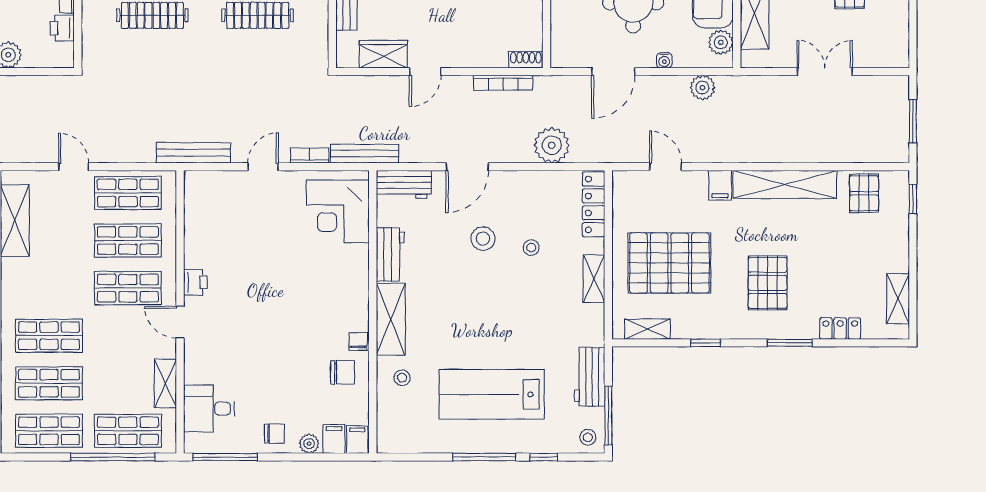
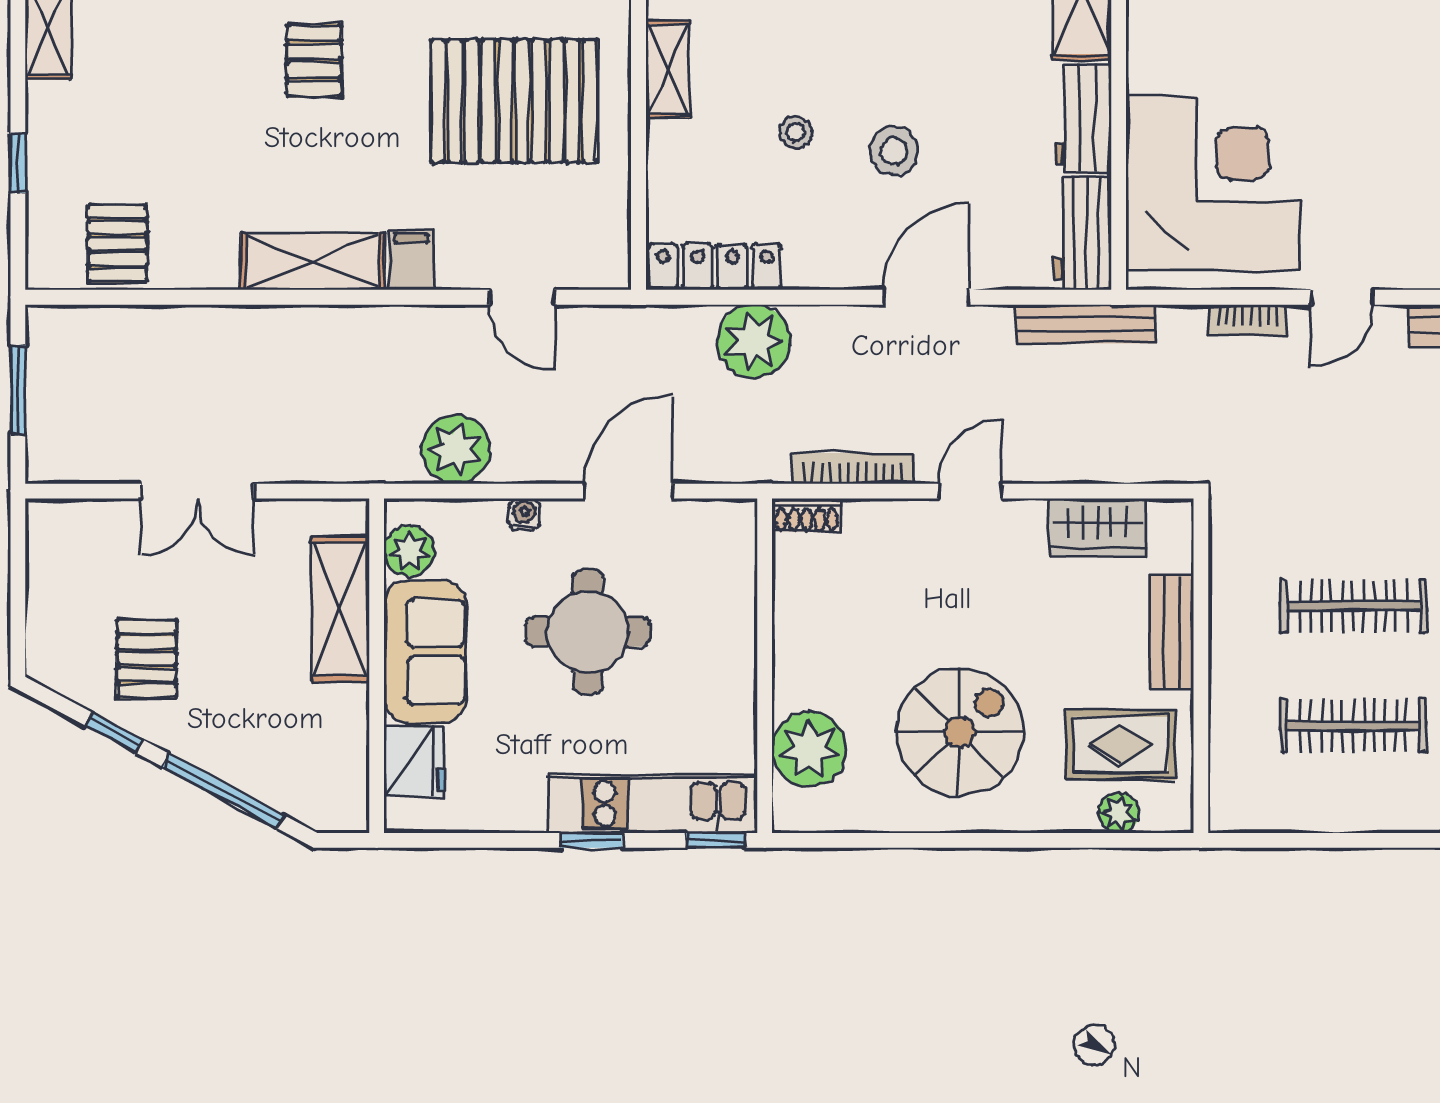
door: (425, 72) -> (970, 491), moved
plant: (702, 88) -> (456, 449), width x1.36, depth x1.36
bench: (365, 154) -> (1085, 324), moved
shelving: (785, 184) -> (312, 261), width x0.68
workbench: (404, 185) -> (1082, 233), moved, turned -90
window: (913, 199) -> (18, 163), moved
locker: (594, 204) -> (715, 267), moved, turned -90
corner desk: (338, 211) -> (1213, 183), width x1.36, depth x1.36
pallet: (768, 283) -> (314, 61), width x0.67, depth x0.71

